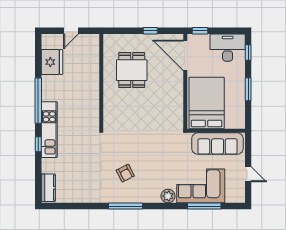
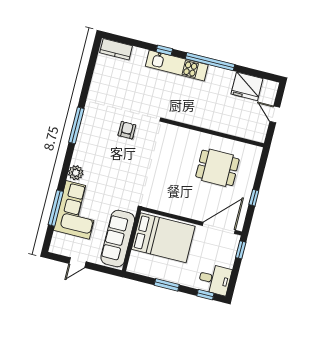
desk: (228, 48) -> (215, 279), width x0.73
armchair: (125, 173) -> (127, 130), moved, turned 117

